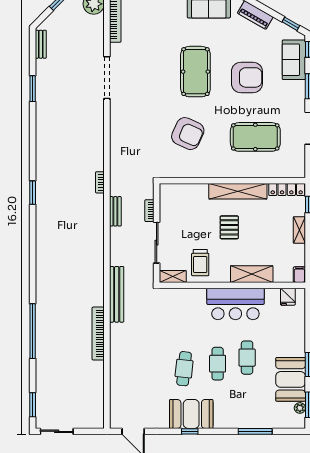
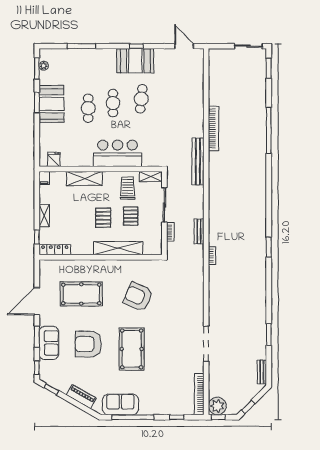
sofa: (294, 60) -> (49, 343), moved
shelving: (238, 191) -> (118, 248), moved
pallet: (197, 229) -> (131, 216), added
bar counter: (235, 304) -> (118, 153), moved
booth: (291, 379) -> (52, 104), moved

